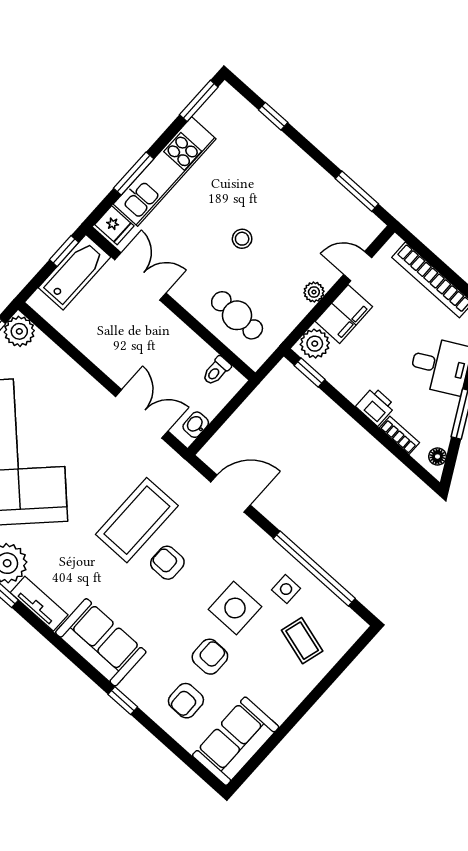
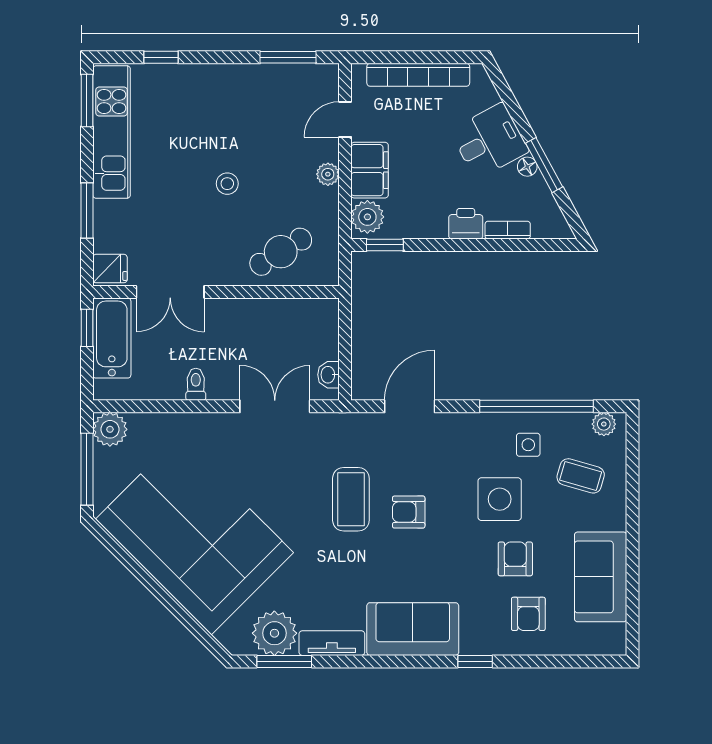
kitchen unit: (165, 172) -> (112, 132), moved
double door: (140, 276) -> (170, 292), swing flipped
cafe table: (237, 315) -> (281, 252), turned -32
toilet: (216, 371) -> (196, 384), moved, turned 180
floor lamp: (437, 457) -> (527, 167), moved
coffee table: (137, 520) -> (351, 499), width x0.73, depth x0.76
plant: (348, 620) -> (604, 424), added
sofa: (236, 741) -> (601, 577), moved

